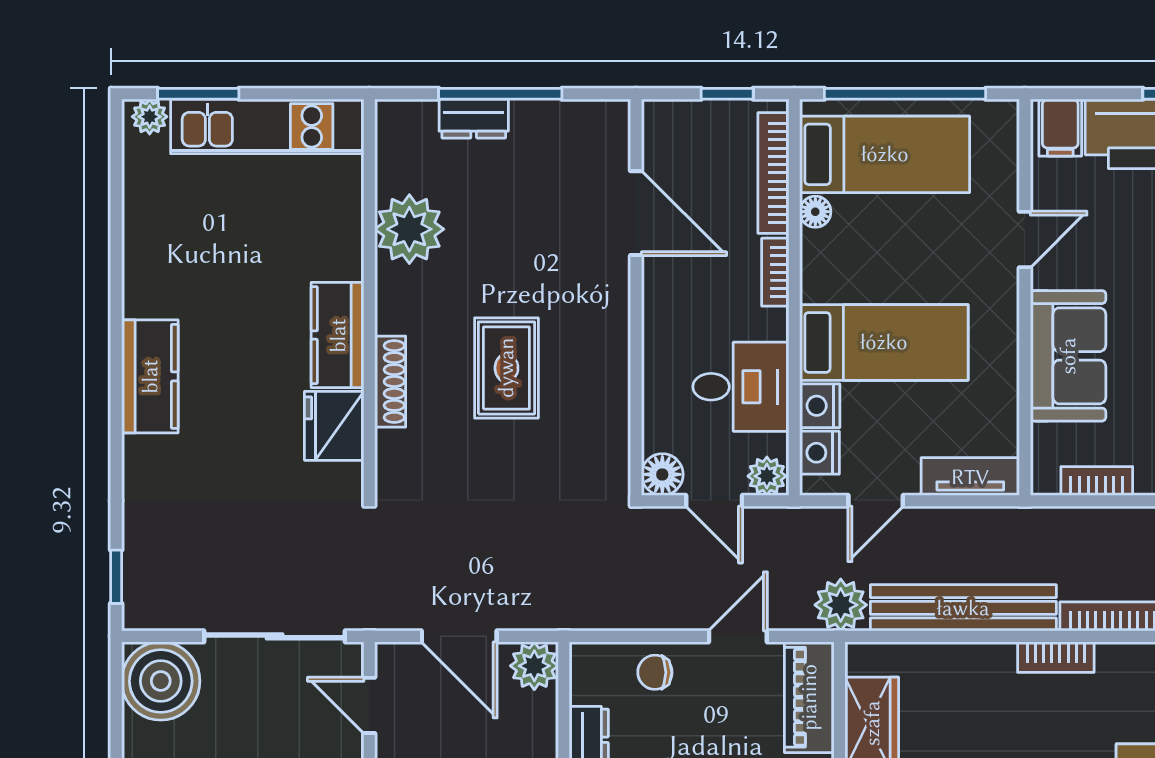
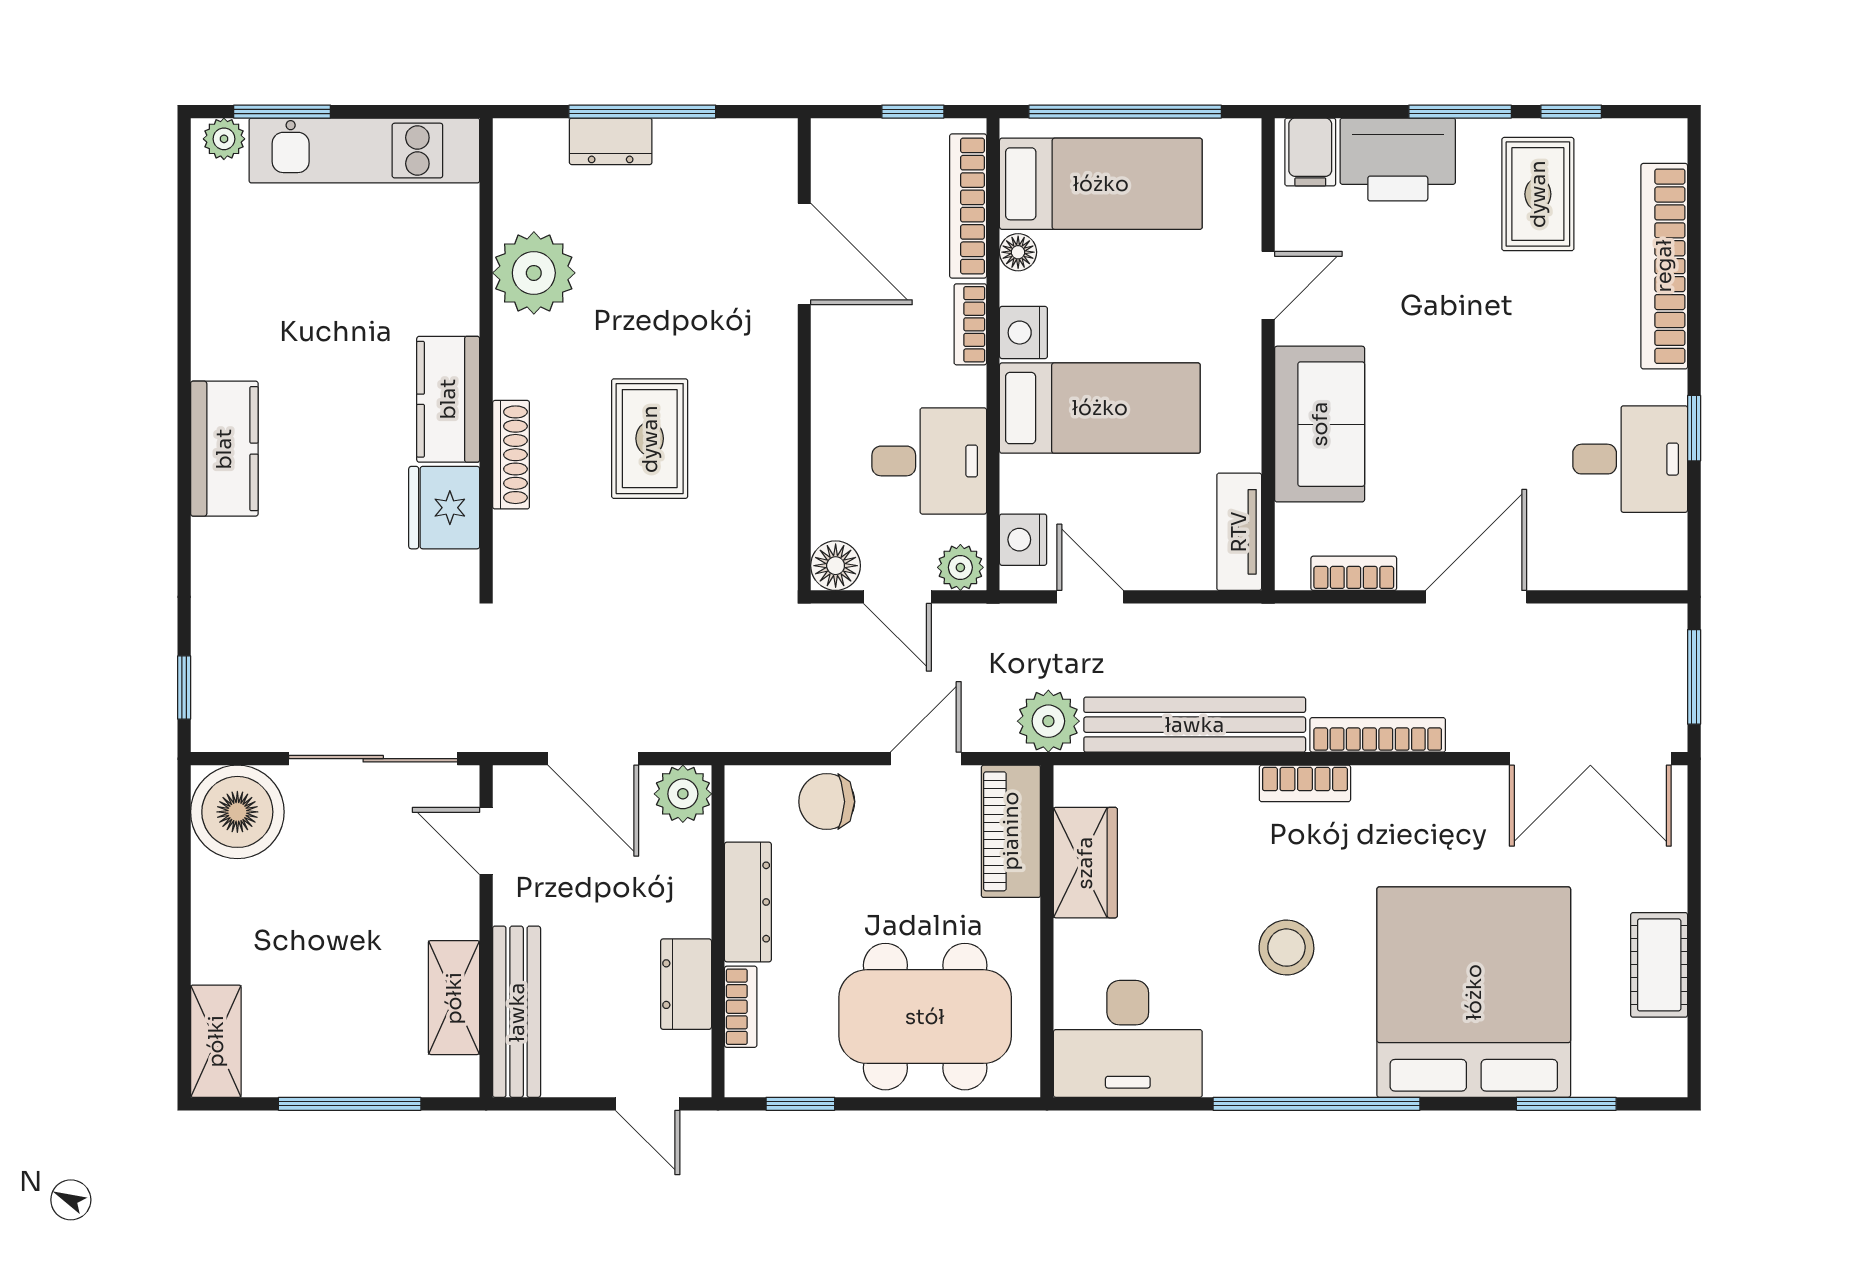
nightstand: (820, 406) -> (1023, 333), moved
tv unit: (970, 477) -> (1239, 532), moved, turned -90
door: (876, 501) -> (1090, 597), swing flipped
chair: (655, 672) -> (827, 802), width x1.37, depth x1.37

